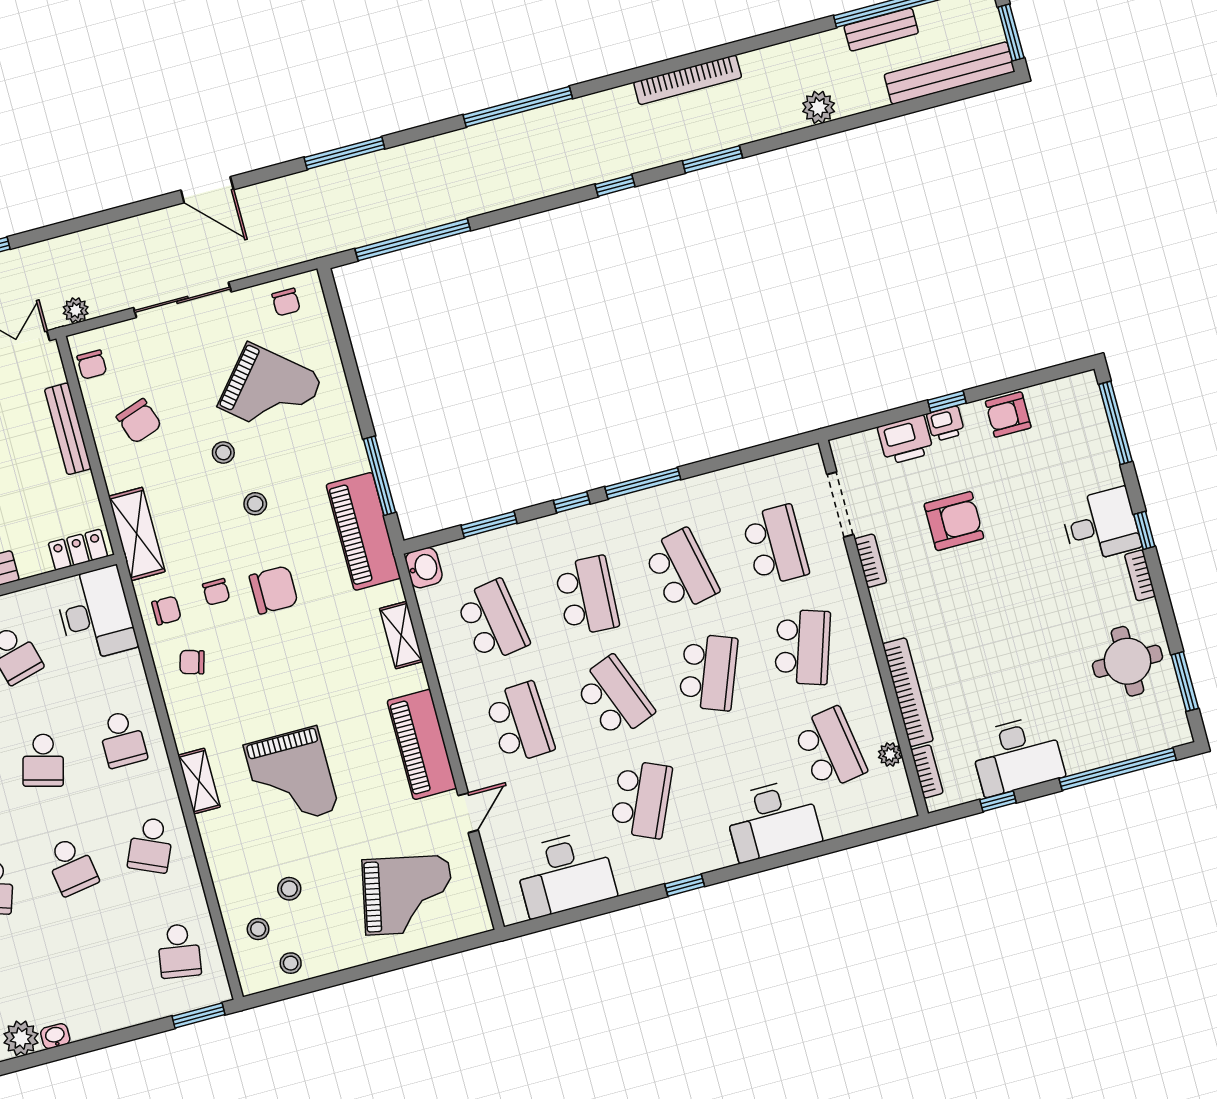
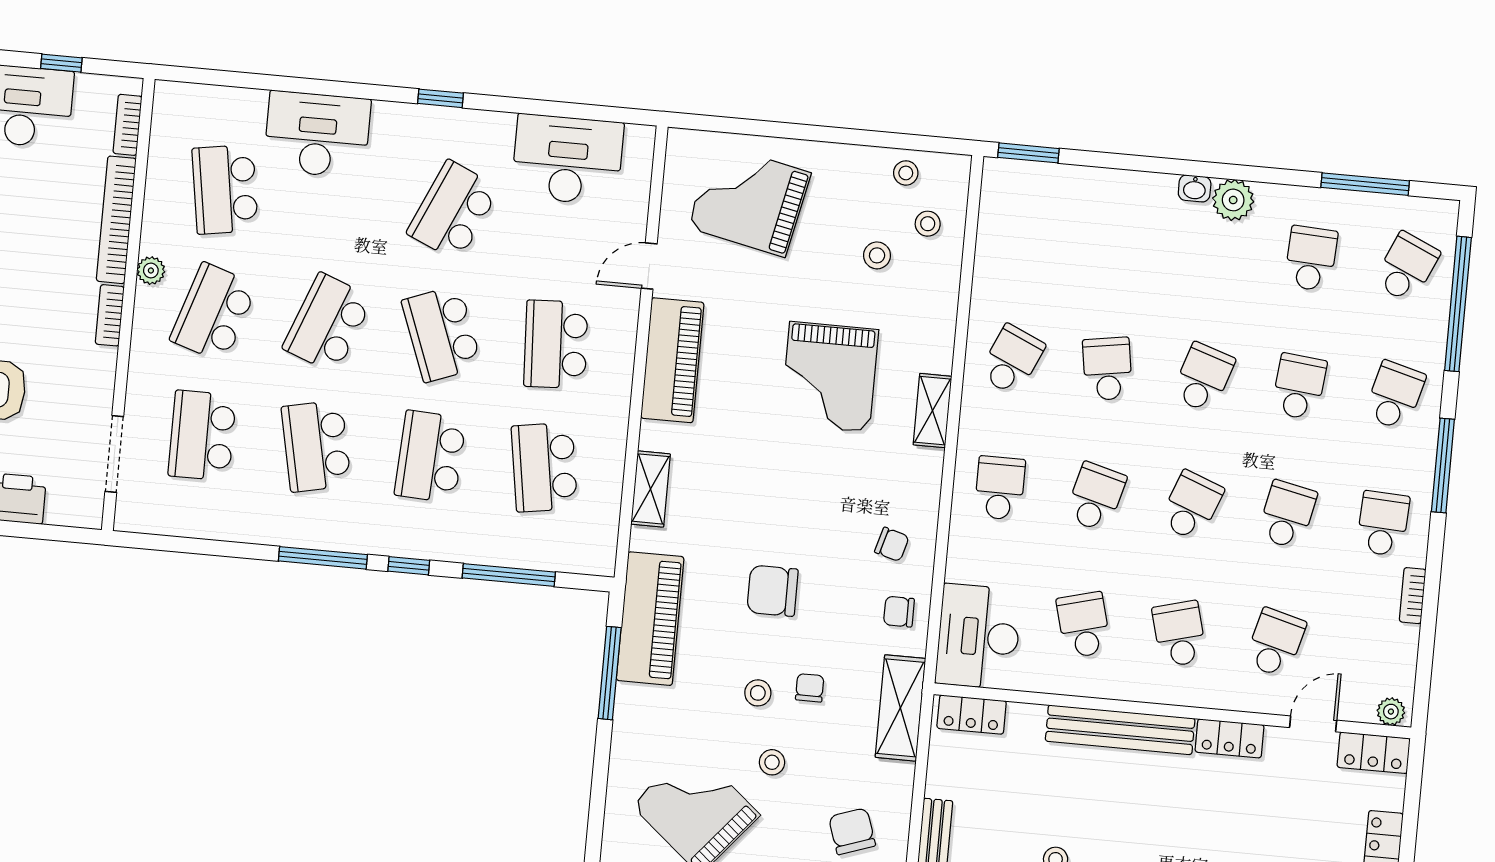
window: (489, 524) -> (509, 575), width x1.44
bookcase: (871, 561) -> (110, 315), moved
washbasin: (424, 568) -> (598, 554), removed
chair: (216, 592) -> (810, 688), moved
plant: (890, 754) -> (151, 271), moved
grand piano: (291, 778) -> (830, 377), turned 180
school desk: (179, 951) -> (1024, 232), removed

